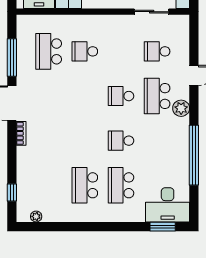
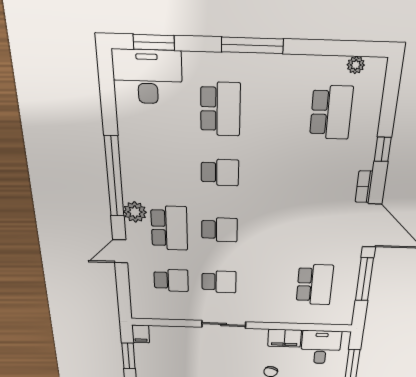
sliding door: (152, 12) -> (224, 325), moved
school desk: (85, 51) -> (219, 282), moved
window: (194, 155) -> (114, 177), moved
school desk: (85, 185) -> (331, 113), moved
window: (12, 192) -> (383, 149), moved
window: (101, 227) -> (252, 45), added

